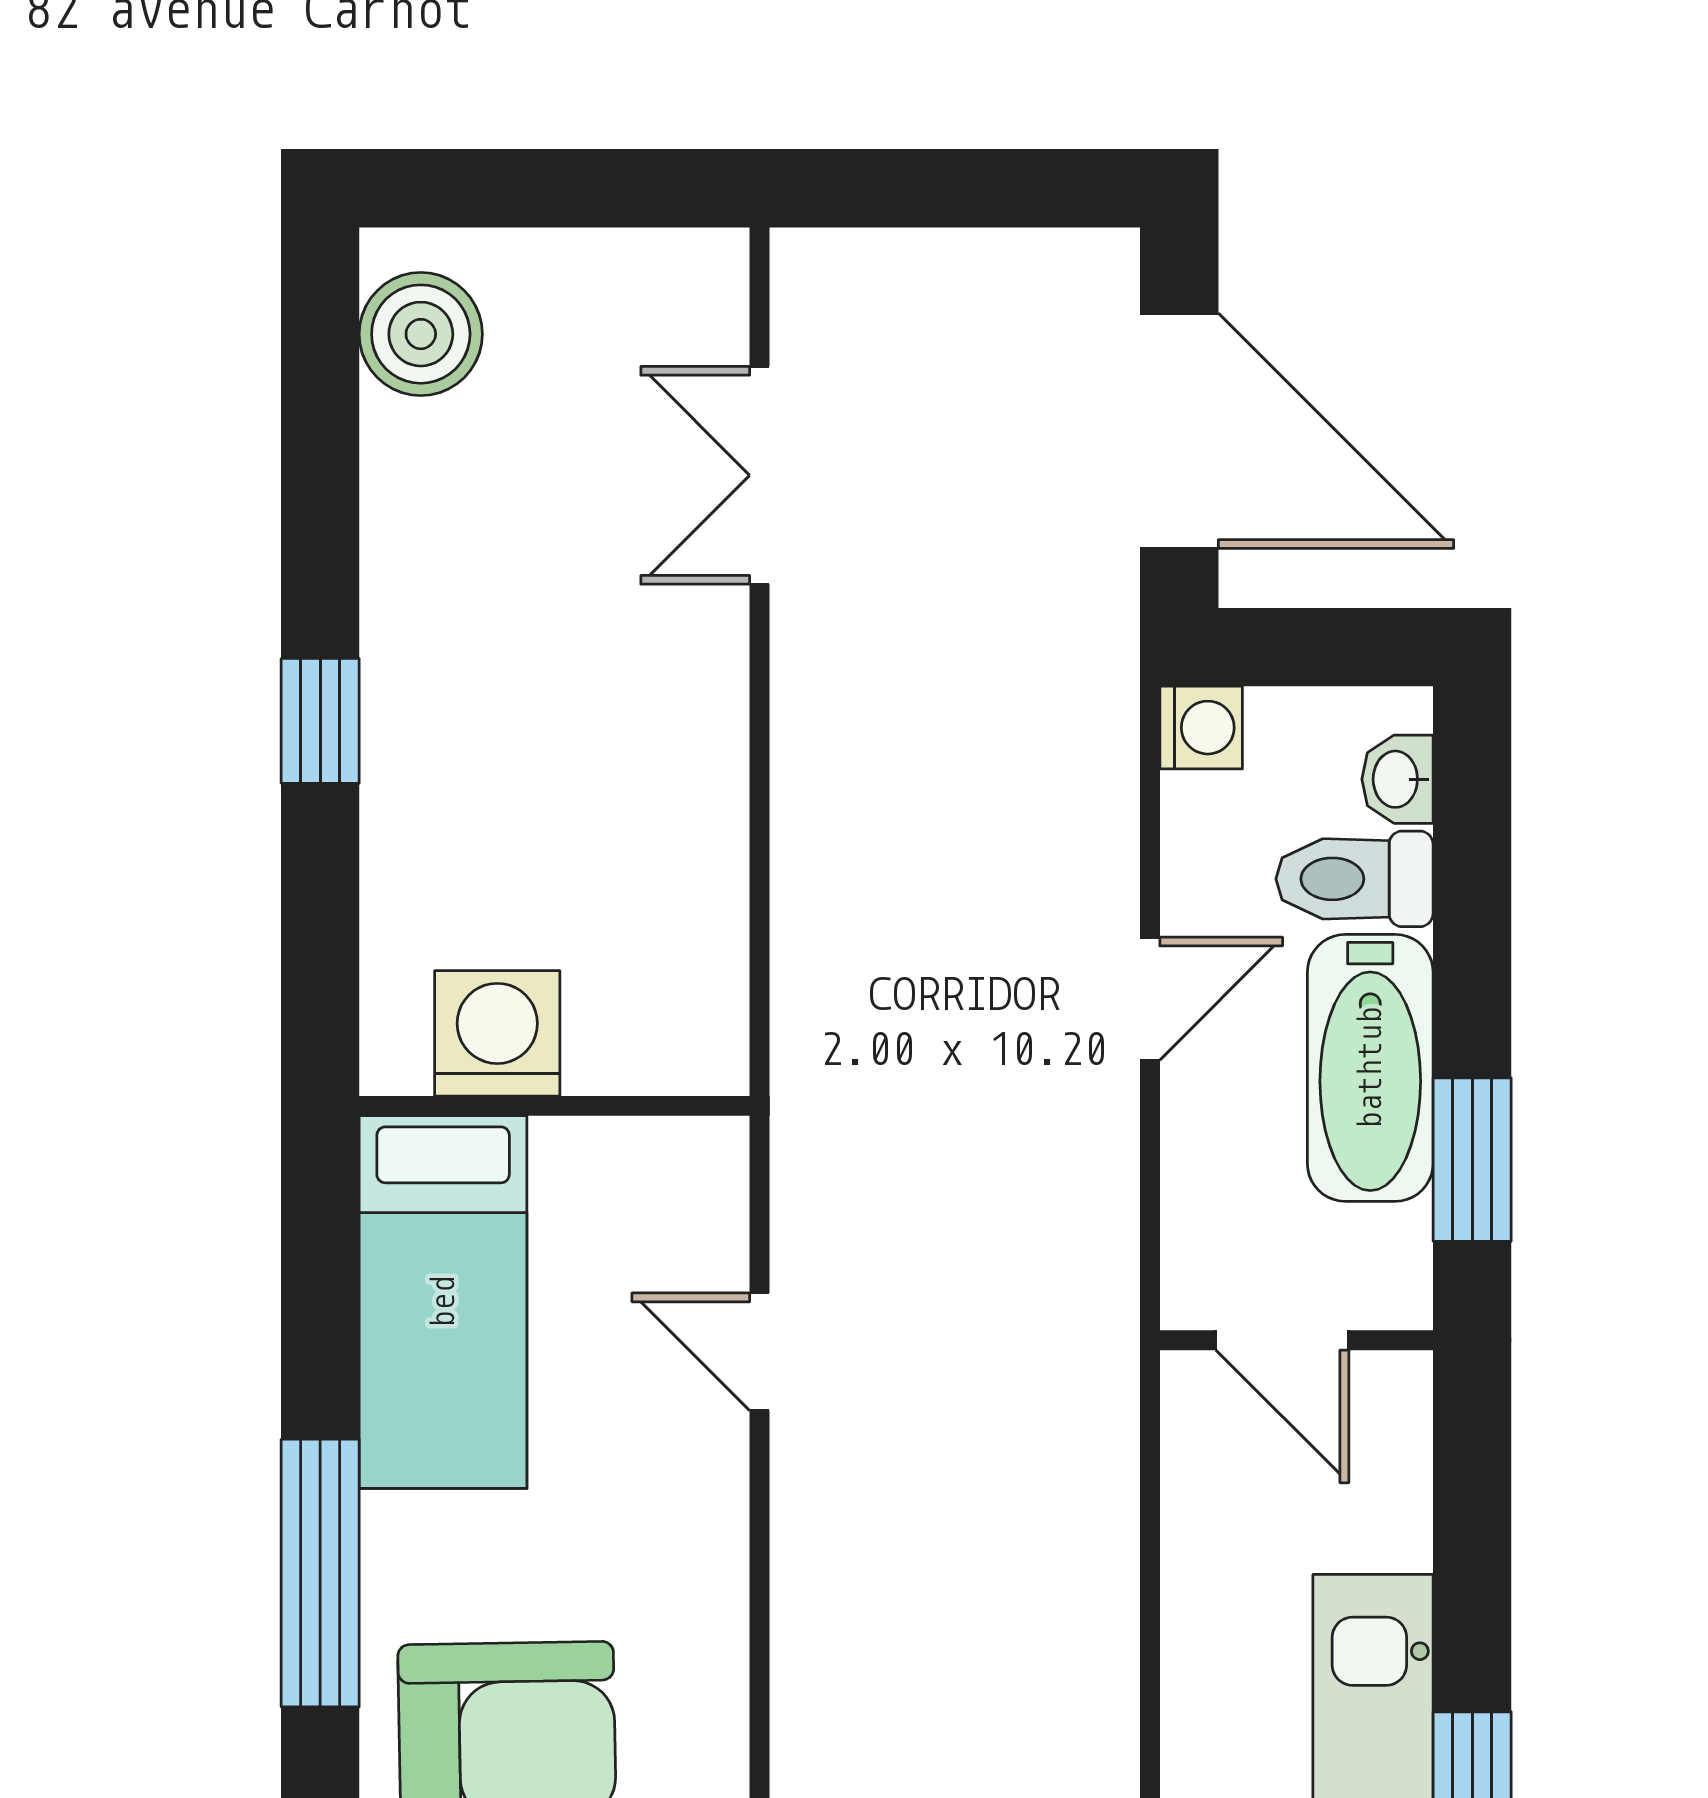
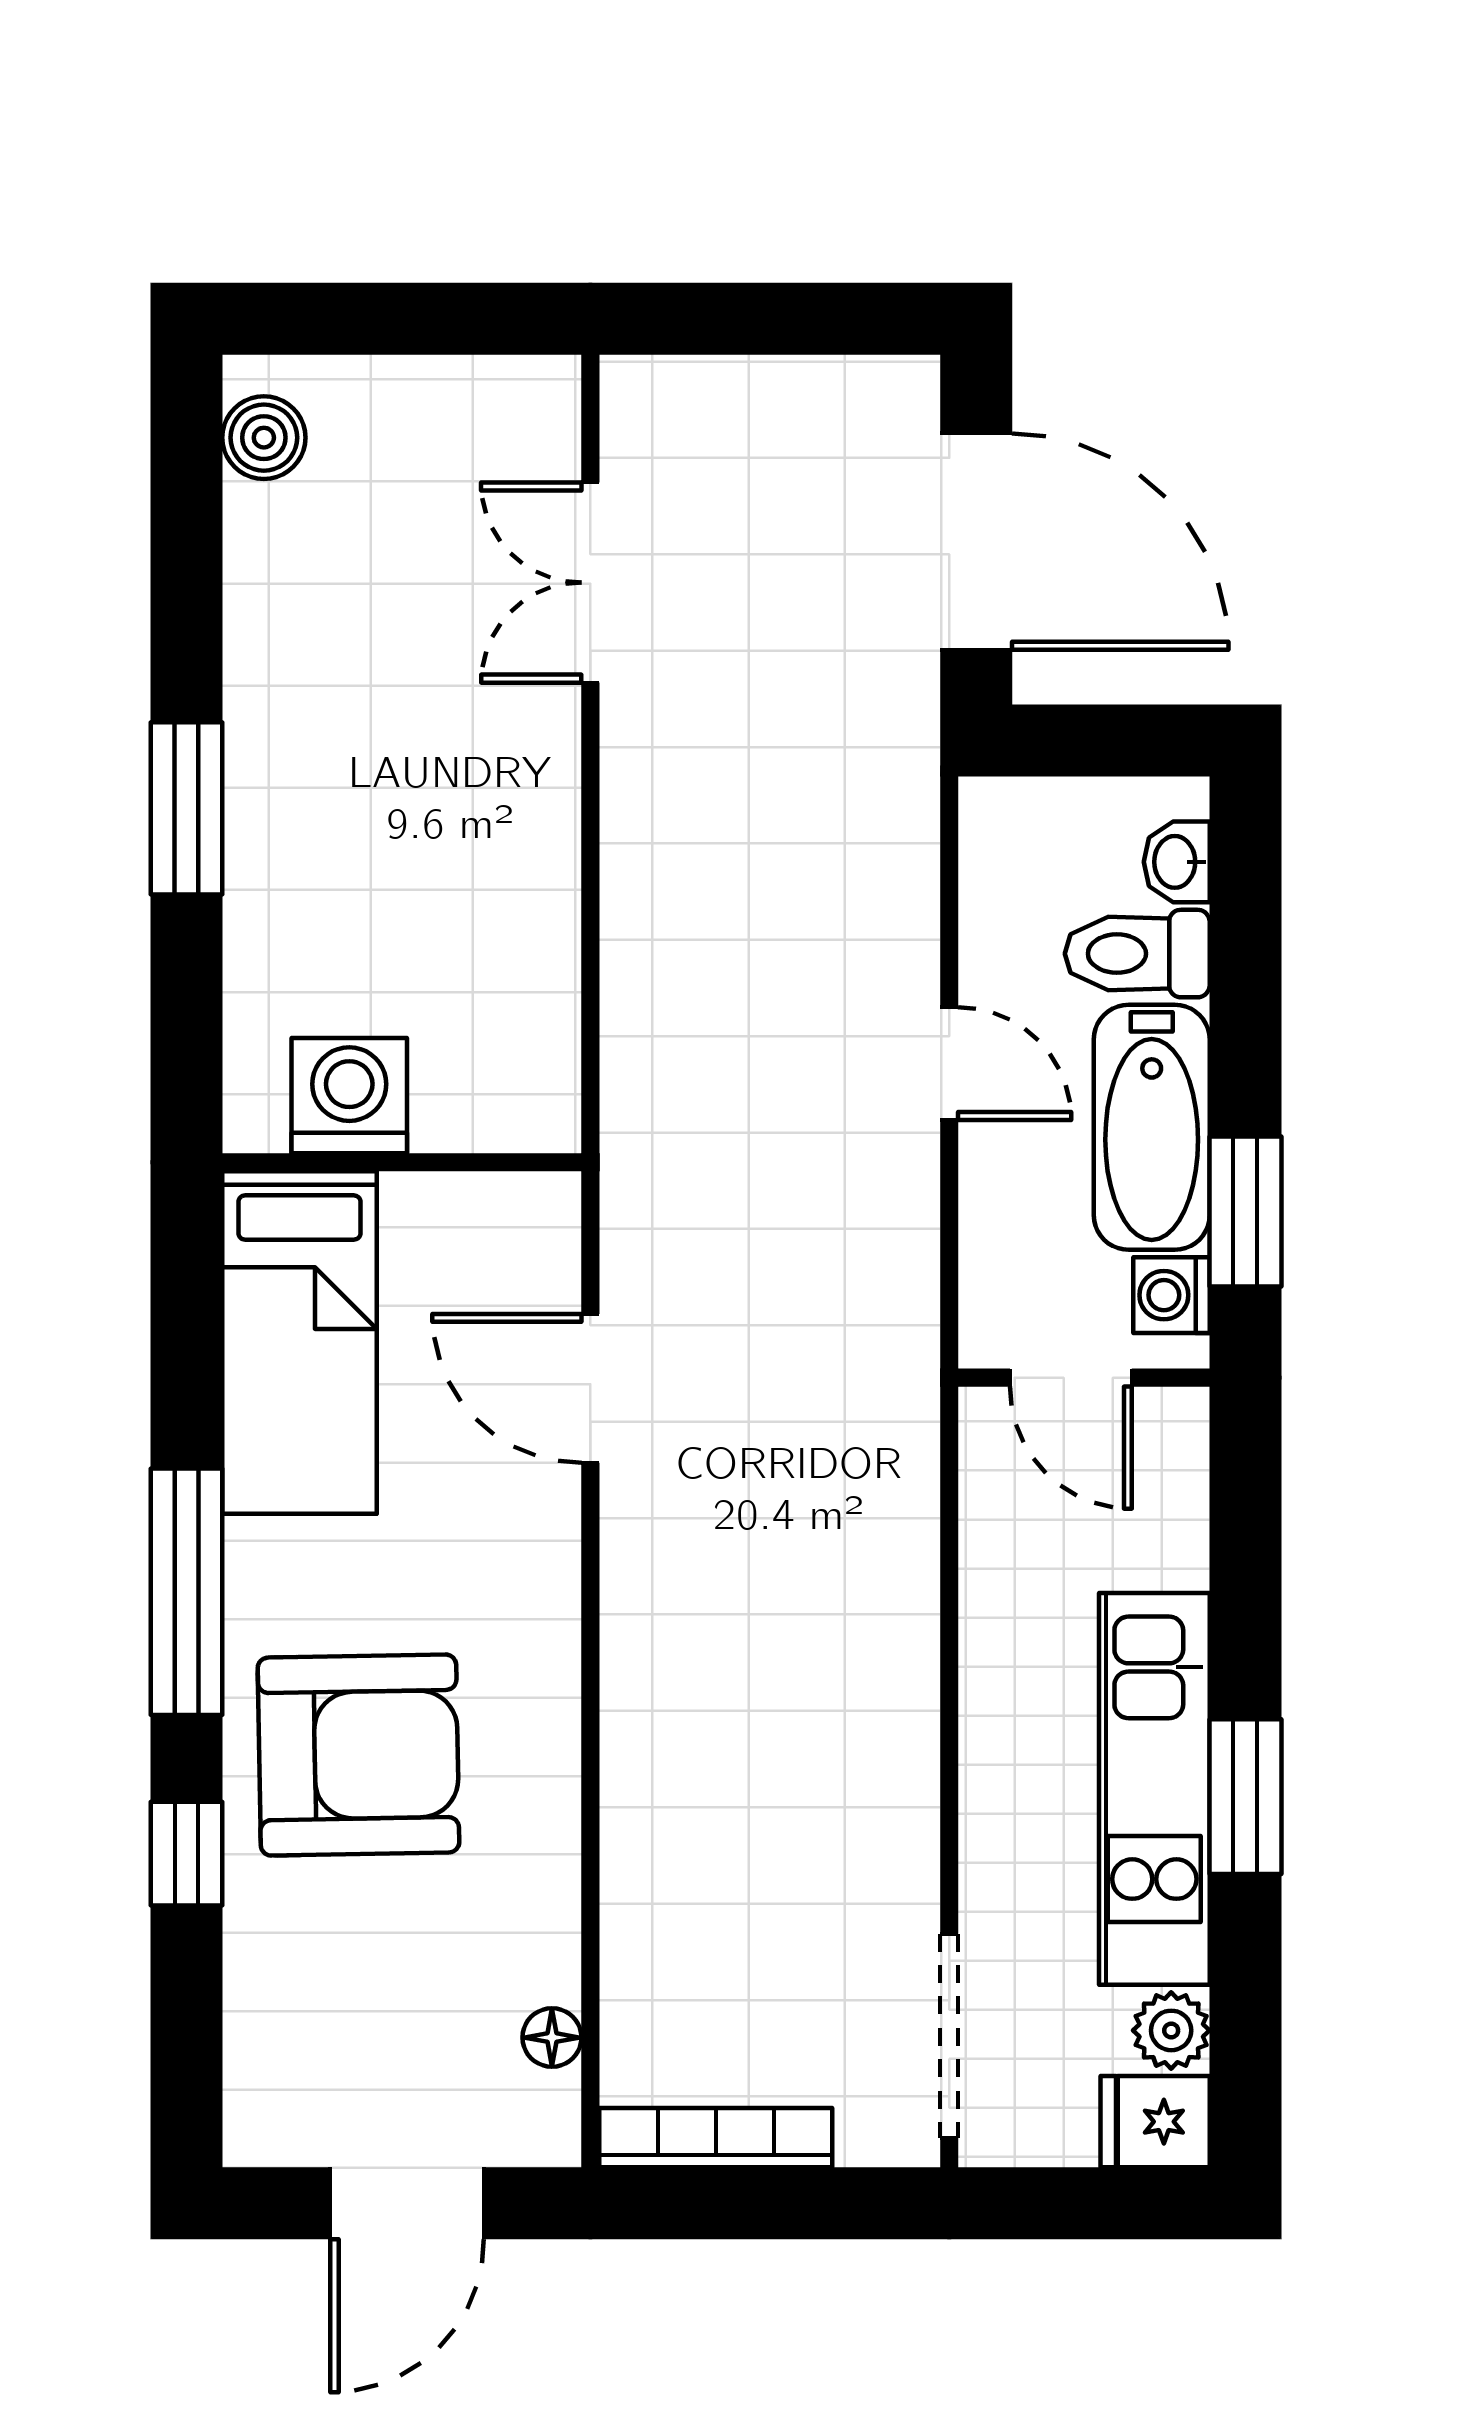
boiler: (421, 334) -> (264, 438), width x0.73, depth x0.73
window: (320, 721) -> (186, 808), width x1.50
washing machine: (1201, 728) -> (1171, 1295), moved, turned 180
door: (1150, 999) -> (949, 1064), hinge flipped
door: (759, 1352) -> (590, 1388), width x1.37

